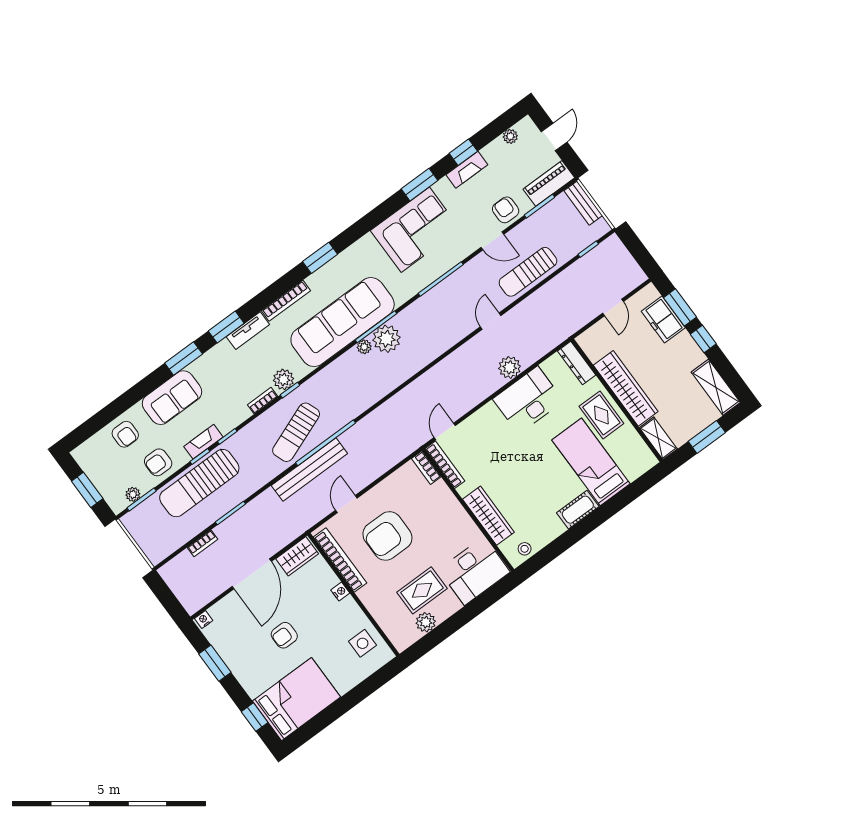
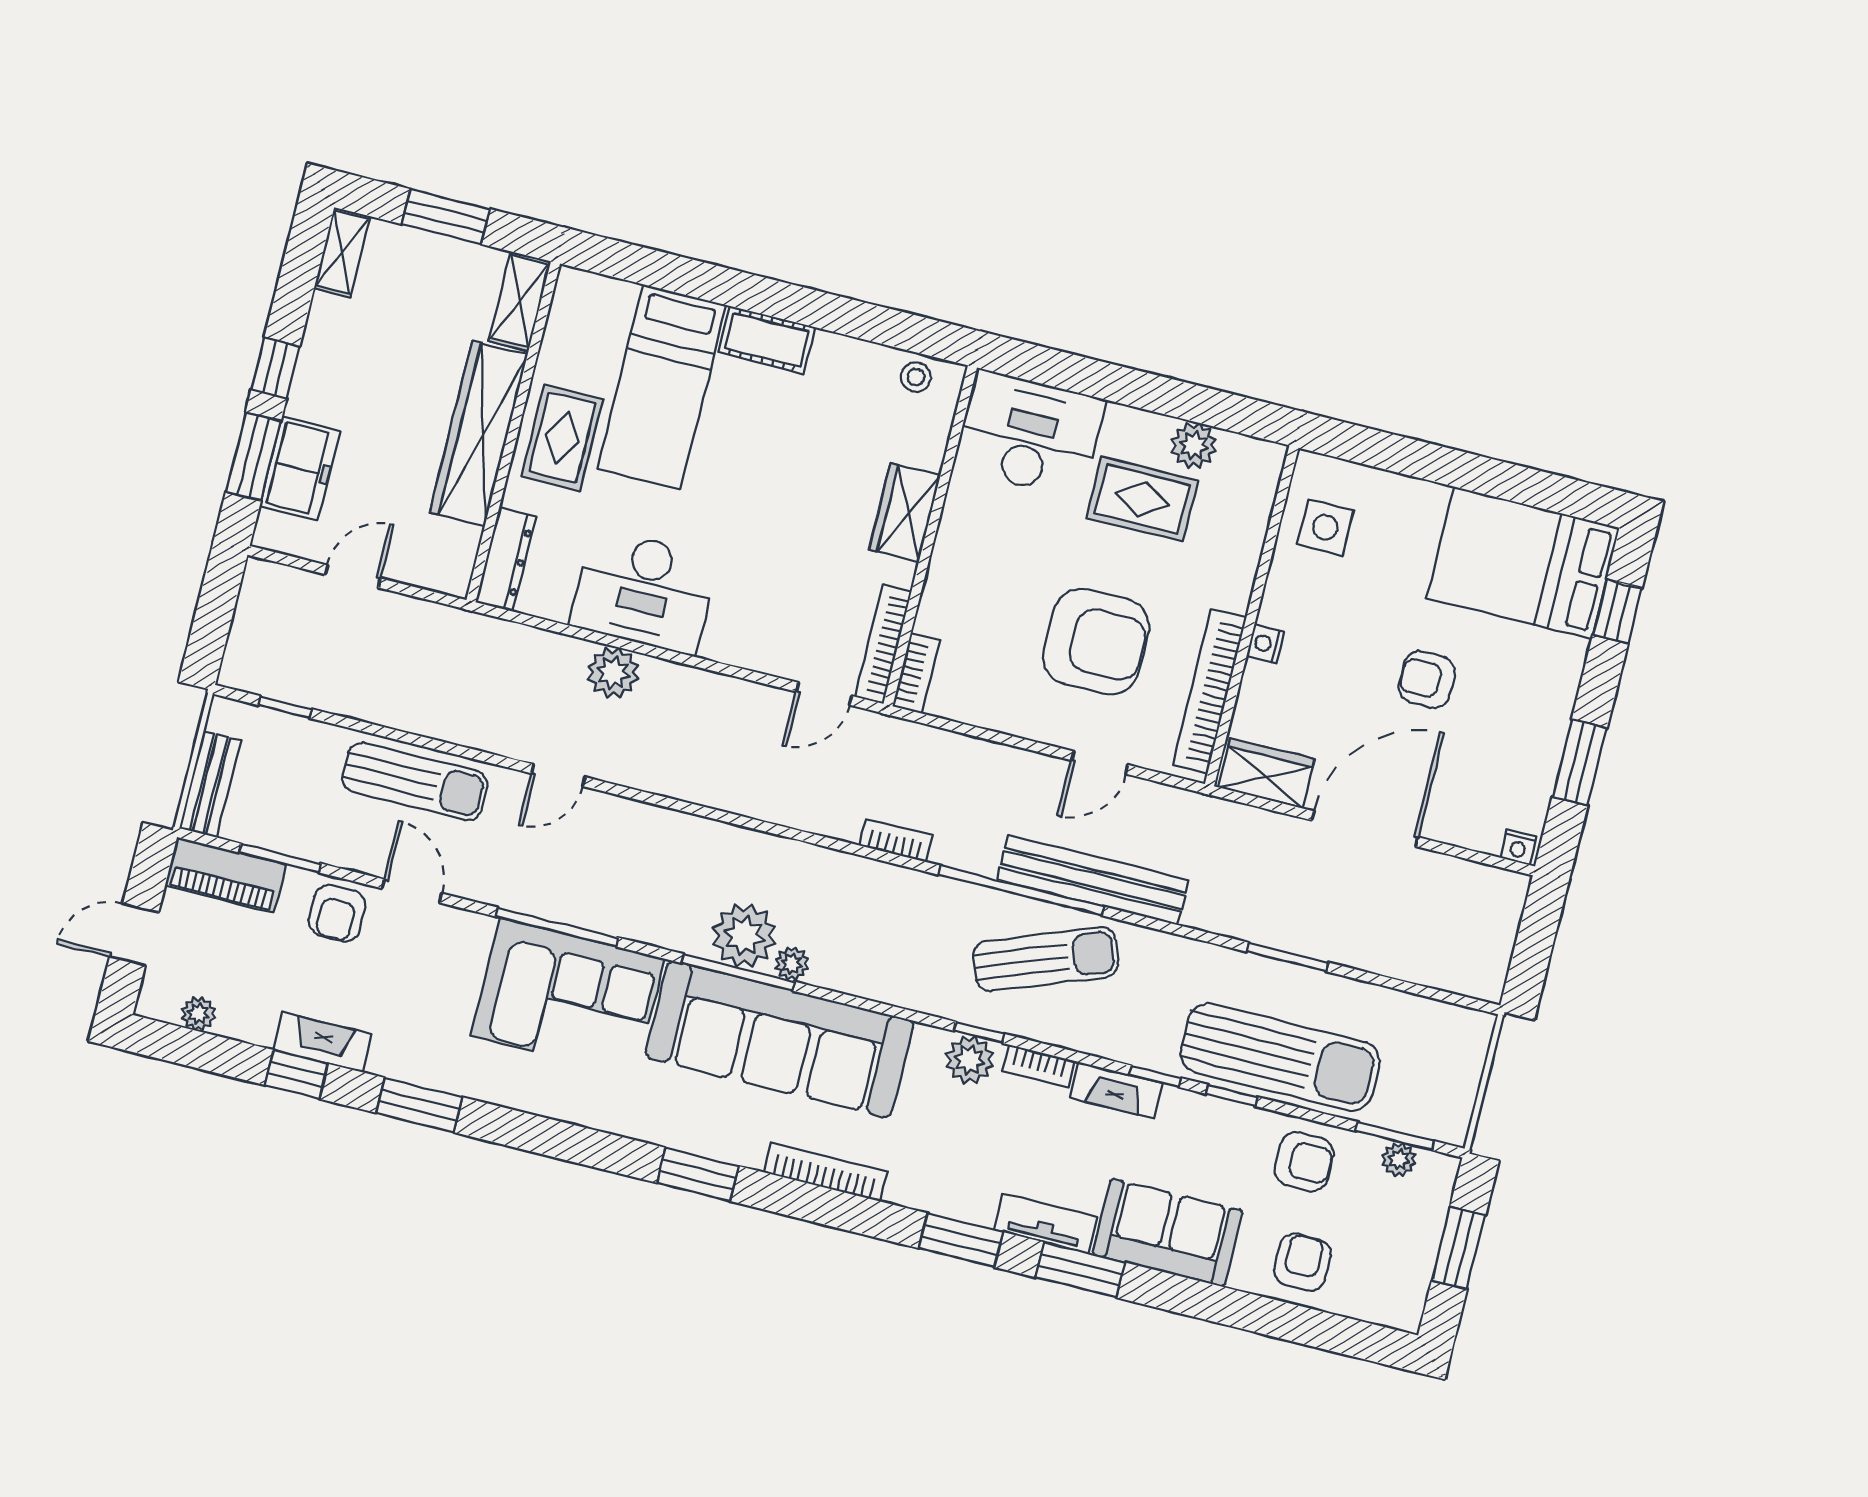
corner sofa: (415, 230) -> (568, 997), moved, turned 180
tv unit: (248, 331) -> (1046, 1223), moved
shelving: (716, 387) -> (342, 252), width x0.67, depth x0.75
fireplace: (203, 442) -> (1116, 1090), moved
wardrobe: (488, 516) -> (905, 512), width x0.67
bookcase: (202, 543) -> (896, 841), moved
armchair: (284, 635) -> (1427, 679), turned 180

